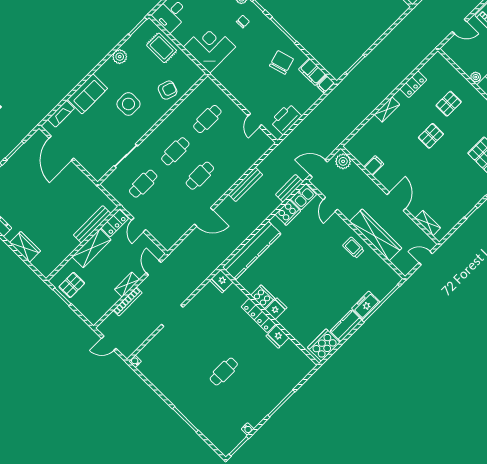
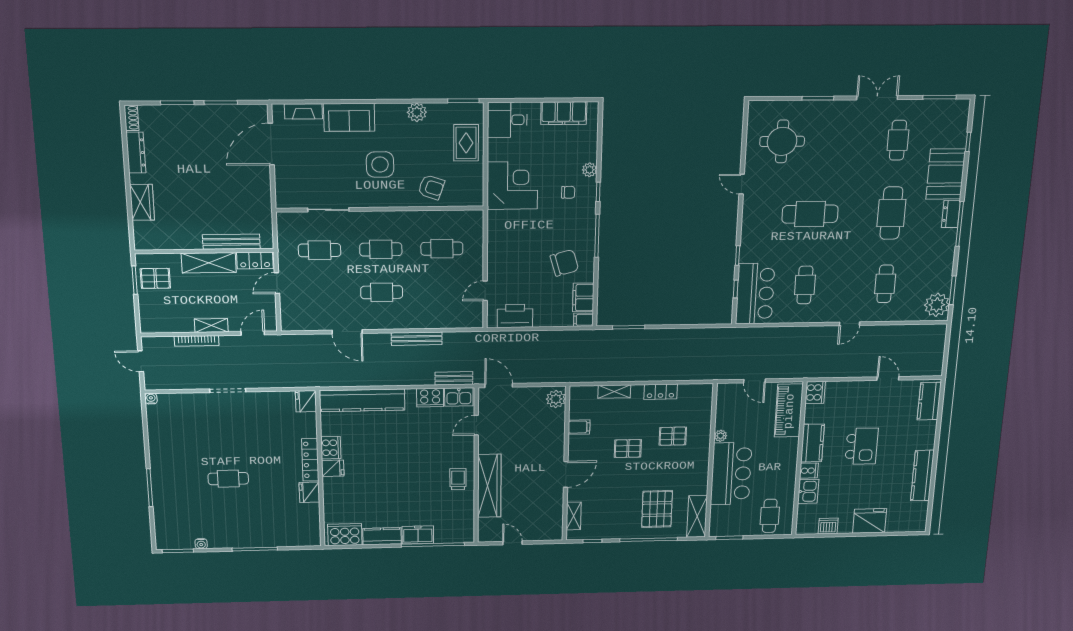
plant: (343, 161) -> (556, 399), moved
filing cabinet: (374, 166) -> (579, 427), moved
wall: (390, 195) -> (566, 464), moved
door: (396, 202) -> (566, 474), moved
shelving: (428, 223) -> (574, 516), moved

